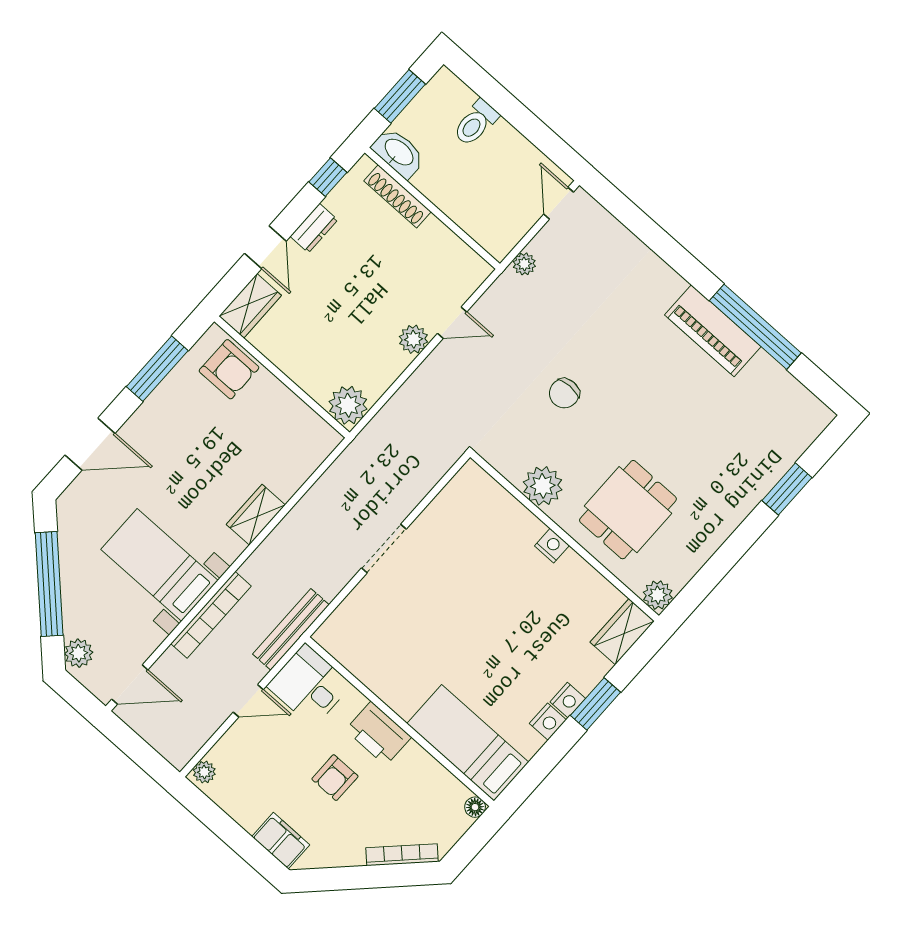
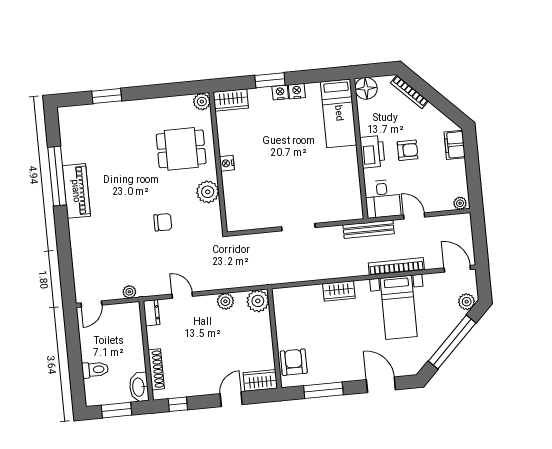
dresser: (314, 228) -> (152, 313), moved, turned 90
plant: (413, 339) -> (225, 301), moved
floor lamp: (475, 807) -> (366, 88), width x1.89, depth x1.89

